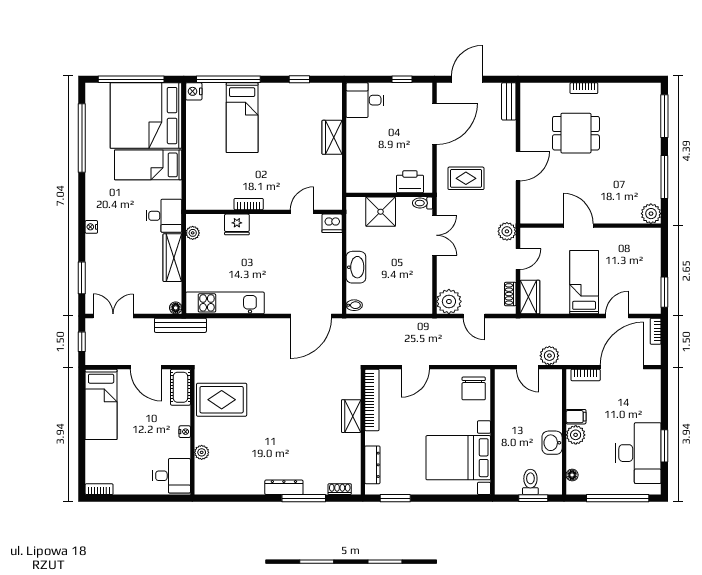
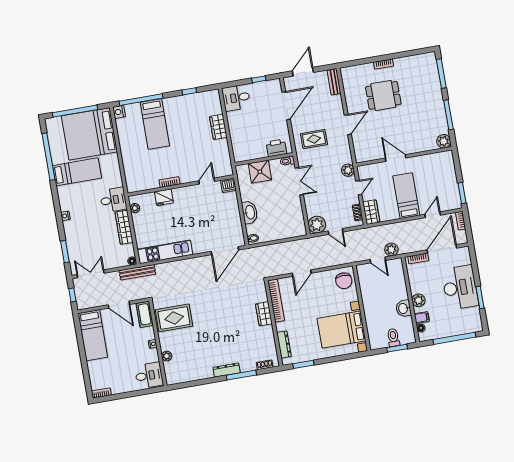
bed: (148, 165) -> (77, 172), moved, turned 180
filing cabinet: (576, 417) -> (422, 318), moved
desk: (638, 453) -> (460, 287), moved

